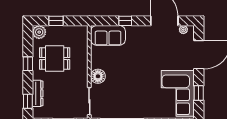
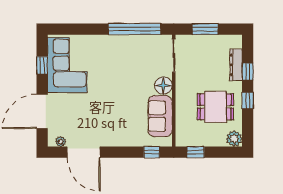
window: (56, 21) -> (196, 152), moved
window: (125, 21) -> (152, 152), moved
sofa: (108, 35) -> (160, 116), moved, turned -90
window: (28, 101) -> (248, 72), moved

